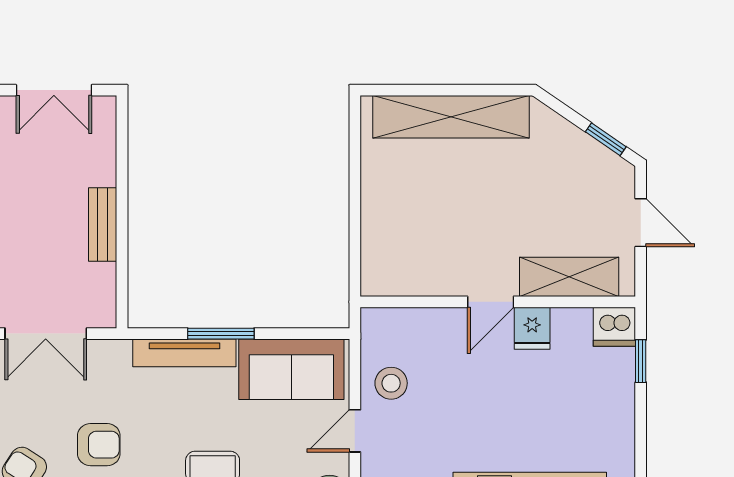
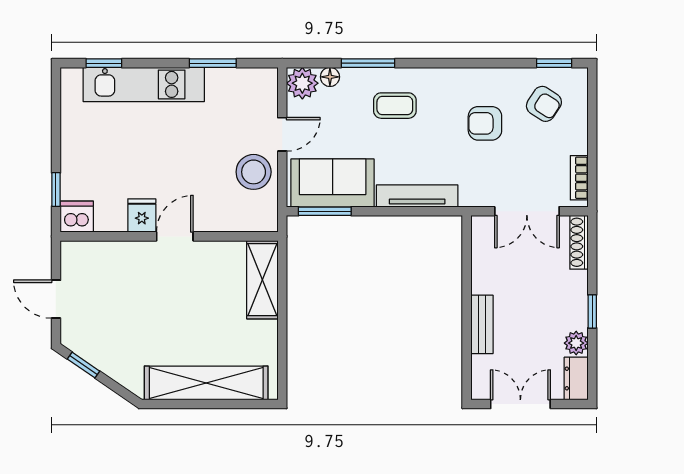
bench: (103, 225) -> (482, 324), moved
shelving: (569, 277) -> (262, 280), moved, turned 90
double door: (46, 334) -> (527, 211), swing flipped
window: (221, 334) -> (325, 211), moved
stool: (391, 383) -> (254, 172), width x1.38, depth x1.38

